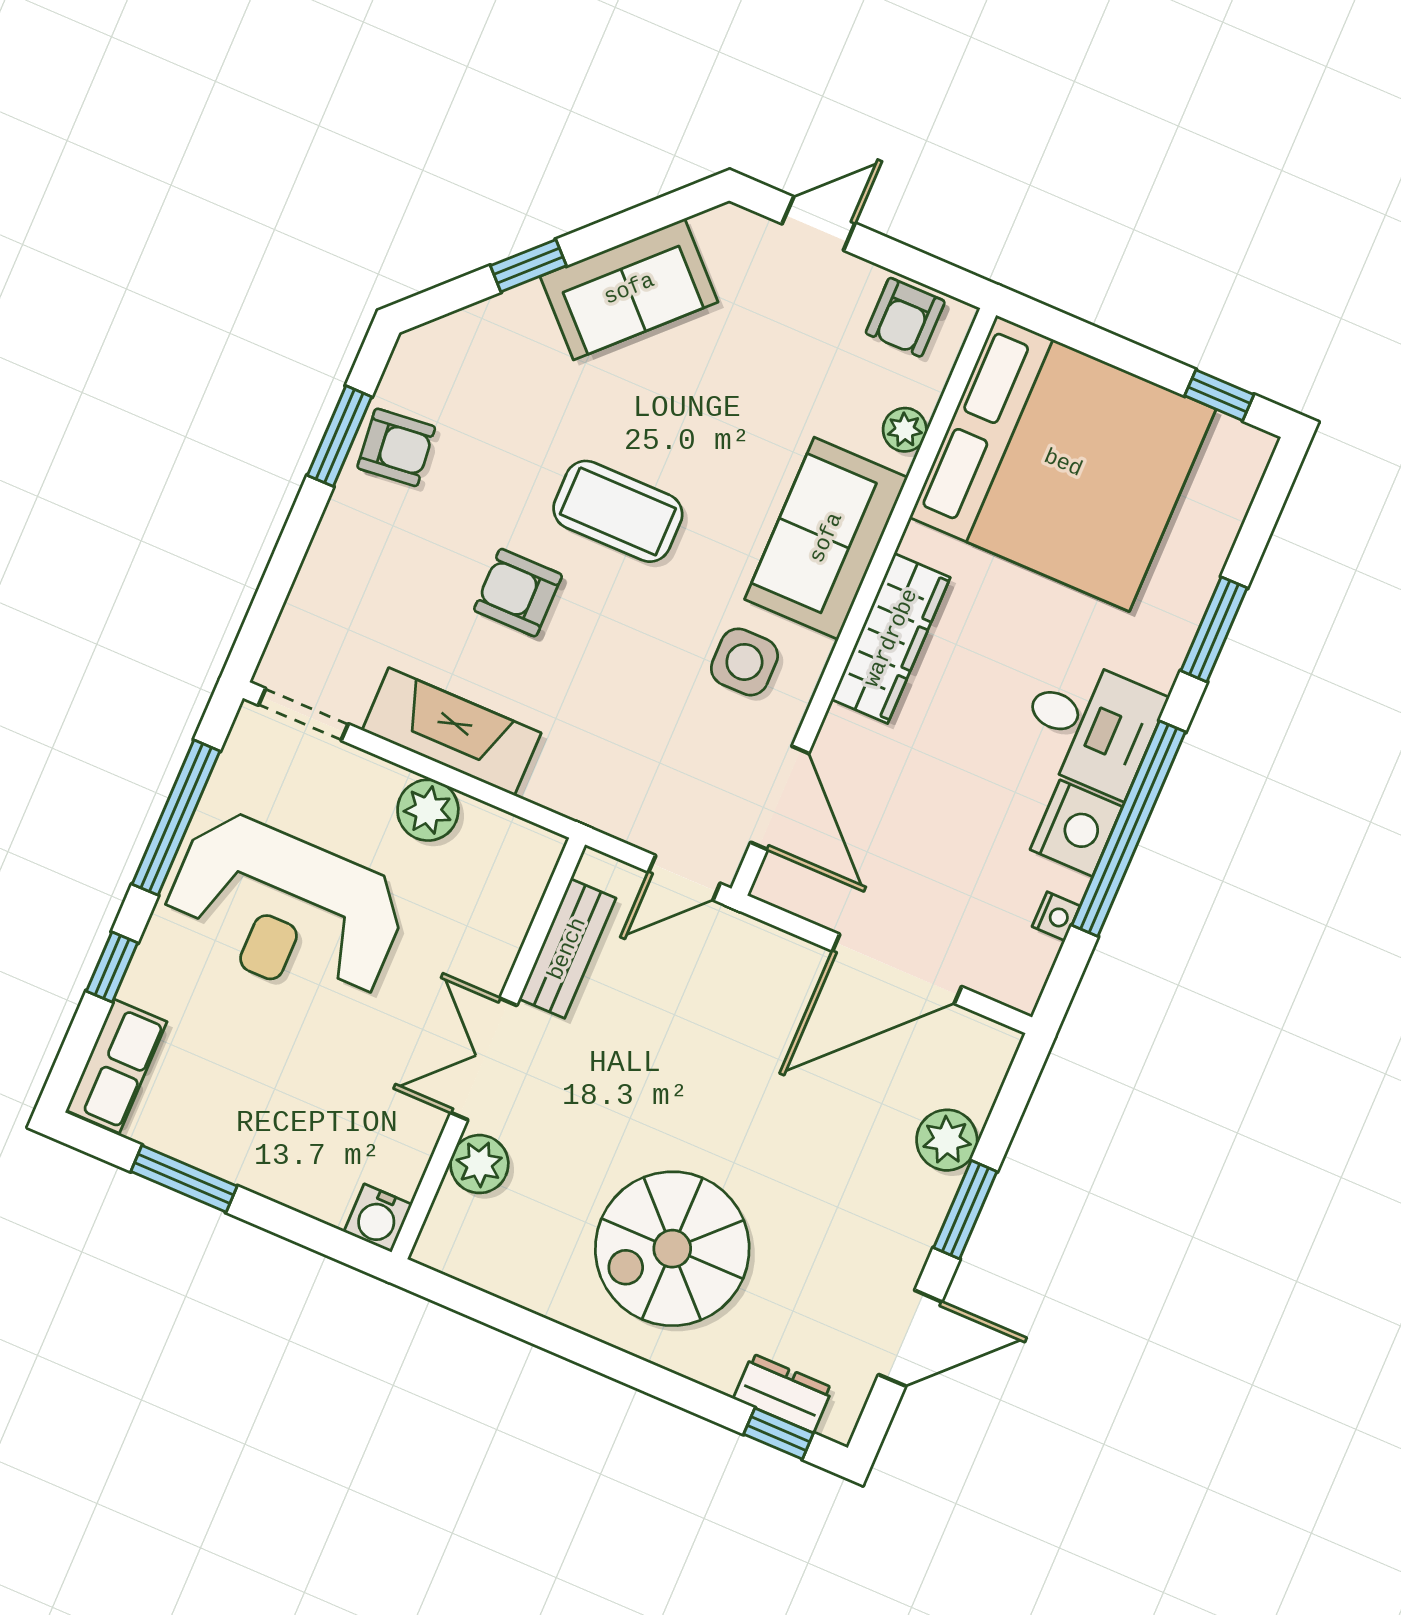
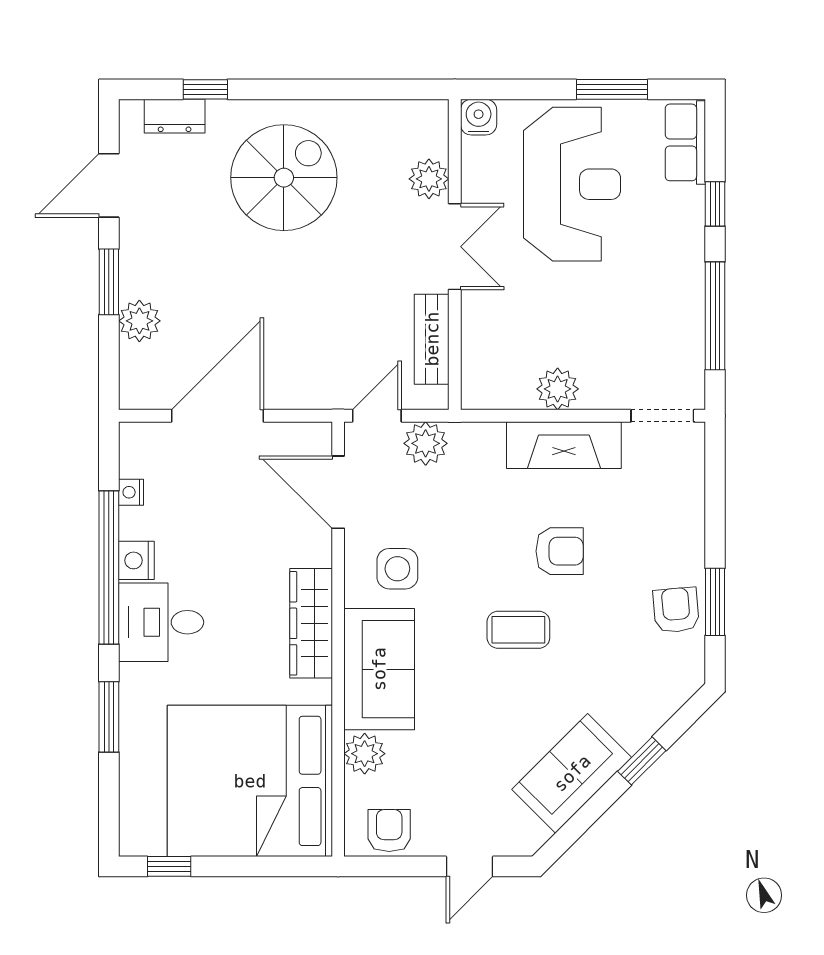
plant: (905, 430) -> (365, 754), width x1.38, depth x1.38
armchair: (396, 447) -> (676, 610), turned 91
coffee table: (618, 511) -> (518, 630), width x0.73, depth x0.77
plant: (635, 813) -> (426, 443), added
nightstand: (1076, 828) -> (136, 560), width x0.74, depth x0.75
reception desk: (285, 910) -> (572, 184), moved, turned 90
window: (779, 1434) -> (205, 89), moved

